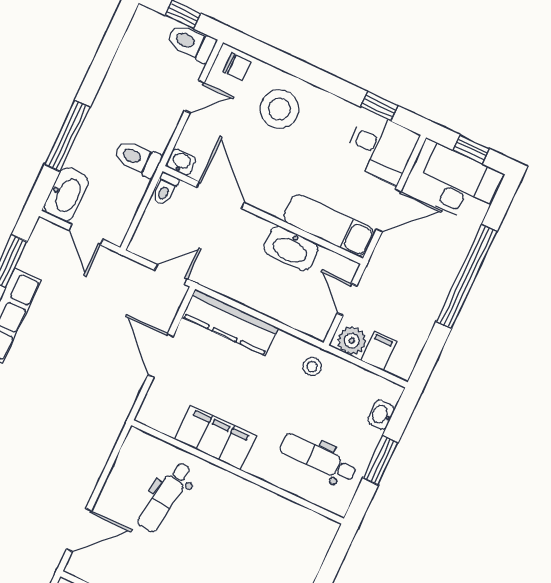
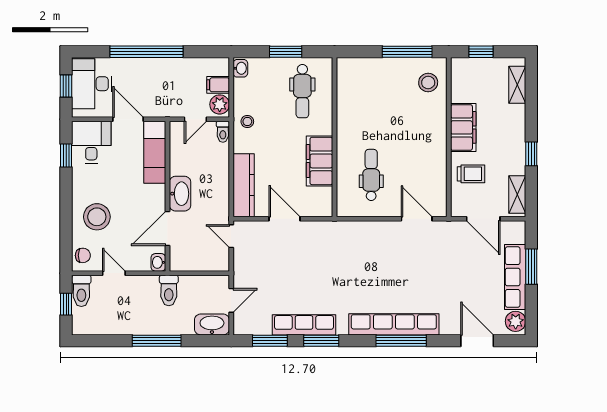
chair: (237, 67) -> (83, 255), turned 90
window: (67, 136) -> (157, 341), moved
toilet: (165, 189) -> (223, 132), moved, turned 90
washbasin: (291, 248) -> (180, 194), moved
door: (161, 356) -> (285, 219), swing flipped
washbasin: (381, 415) -> (240, 68), moved, turned -90
dental chair: (165, 497) -> (371, 175), turned -98

